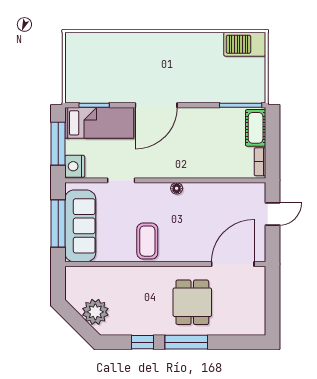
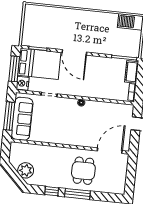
door: (156, 105) -> (74, 52), hinge flipped
bed: (99, 123) -> (39, 64), width x1.50
coffee table: (147, 241) -> (61, 132), removed

